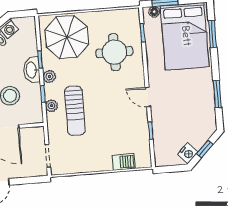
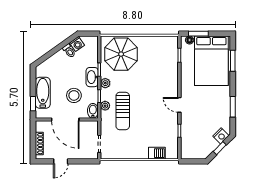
round table: (114, 52) -> (157, 69), removed
bidet: (36, 114) -> (93, 111), added
nightstand: (188, 153) -> (221, 136), moved

